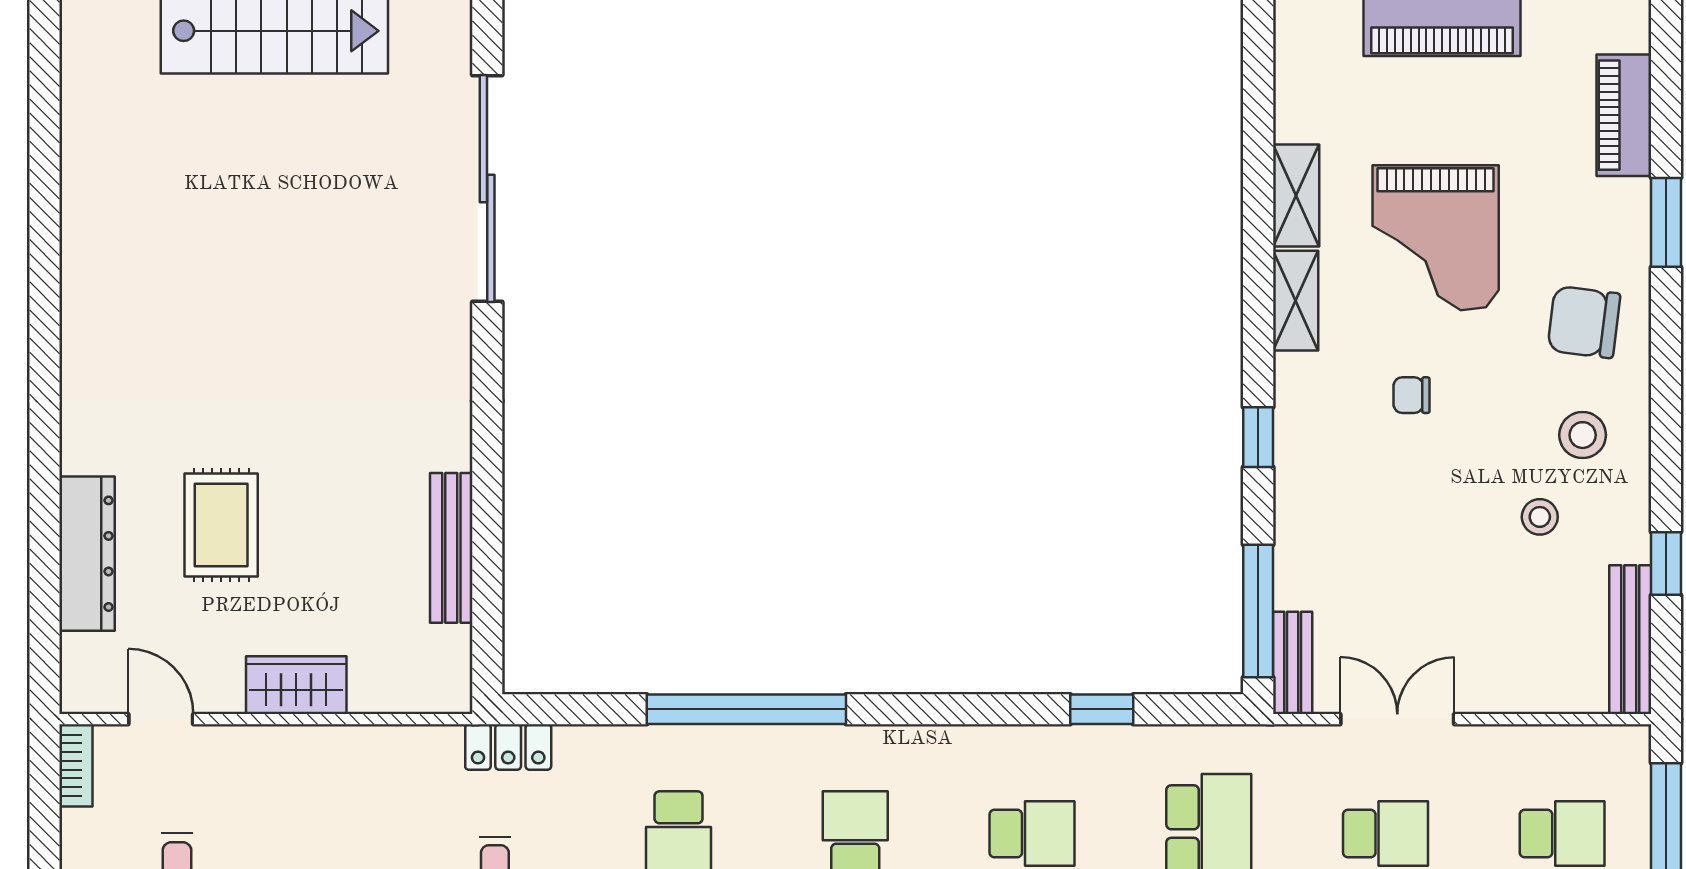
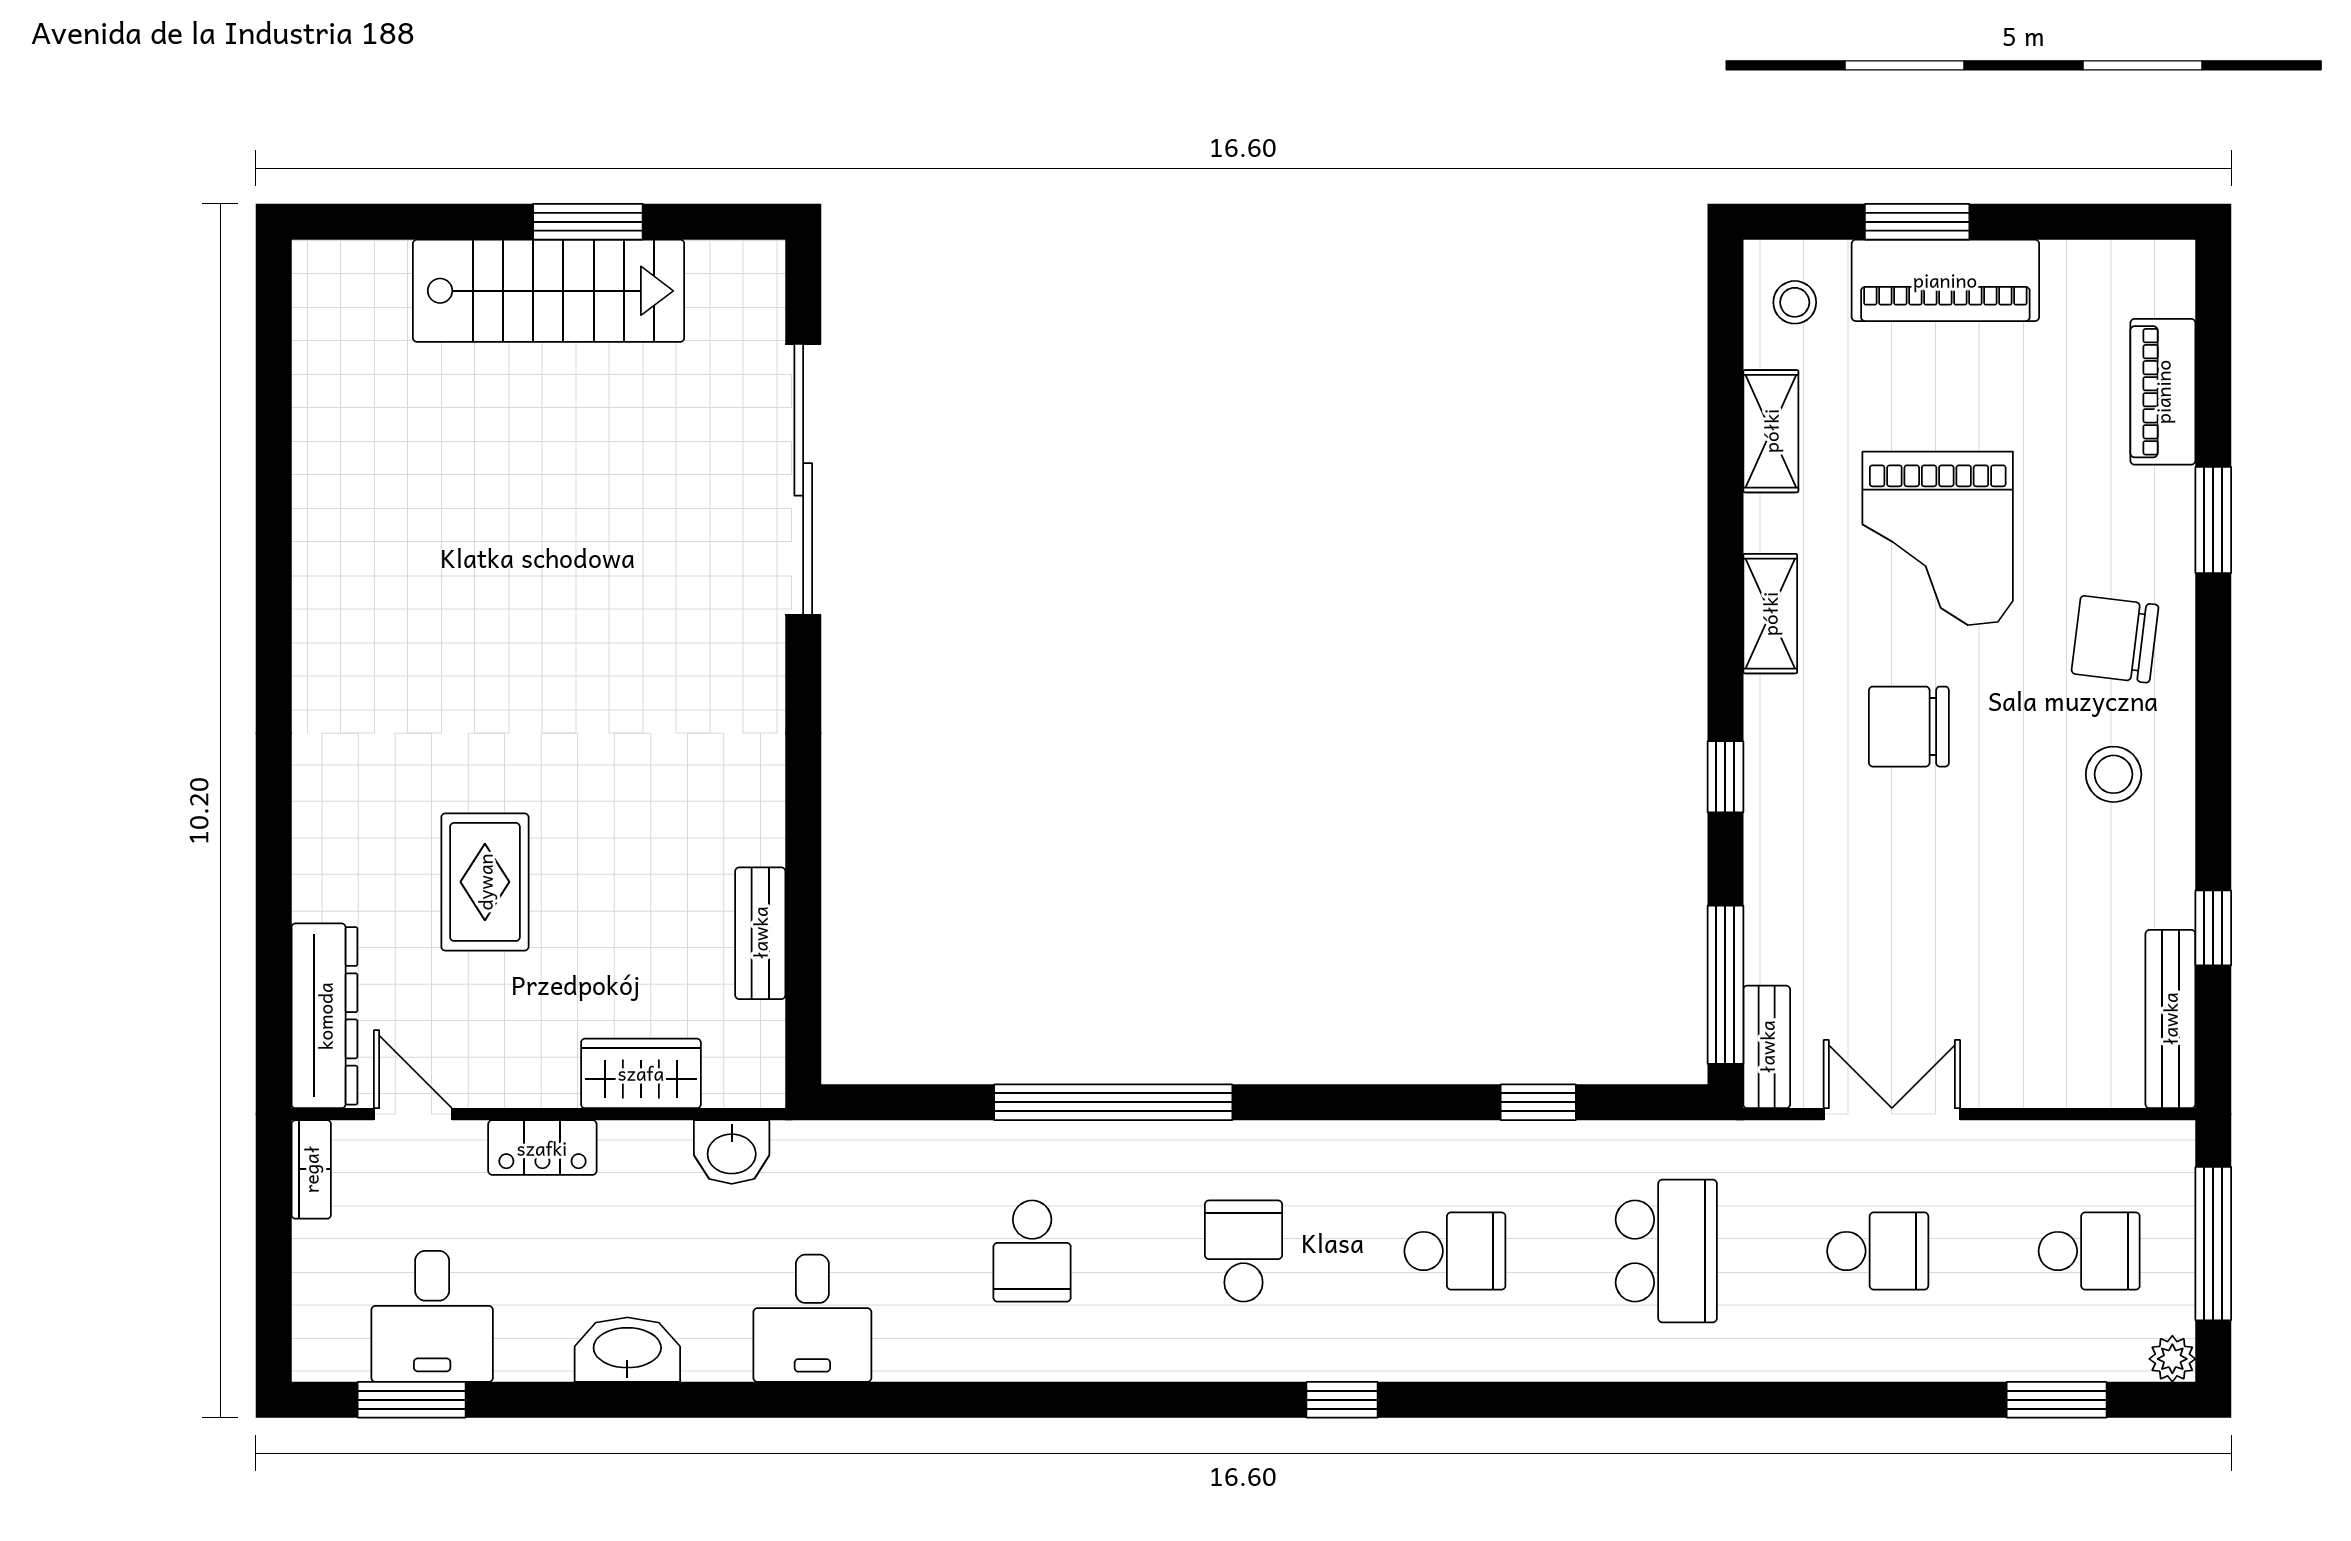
shelving: (1296, 196) -> (1771, 431), moved
chair: (1412, 395) -> (1909, 727), width x1.87, depth x1.87
stool: (1540, 517) -> (1795, 302), moved
bench: (451, 548) -> (760, 933), width x0.73
dresser: (87, 554) -> (325, 1016), moved
wardrobe: (296, 685) -> (641, 1073), moved
locker: (508, 747) -> (542, 1148), moved
washbasin: (427, 751) -> (732, 1152), added

